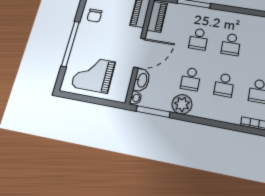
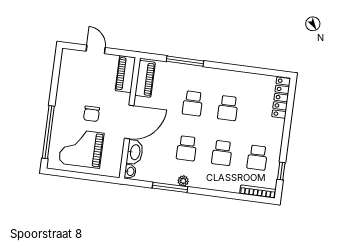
chair: (94, 16) -> (92, 114), moved
window: (70, 44) -> (48, 132), moved
plant: (182, 104) -> (183, 181), width x0.53, depth x0.53
window: (153, 112) -> (170, 187), moved

